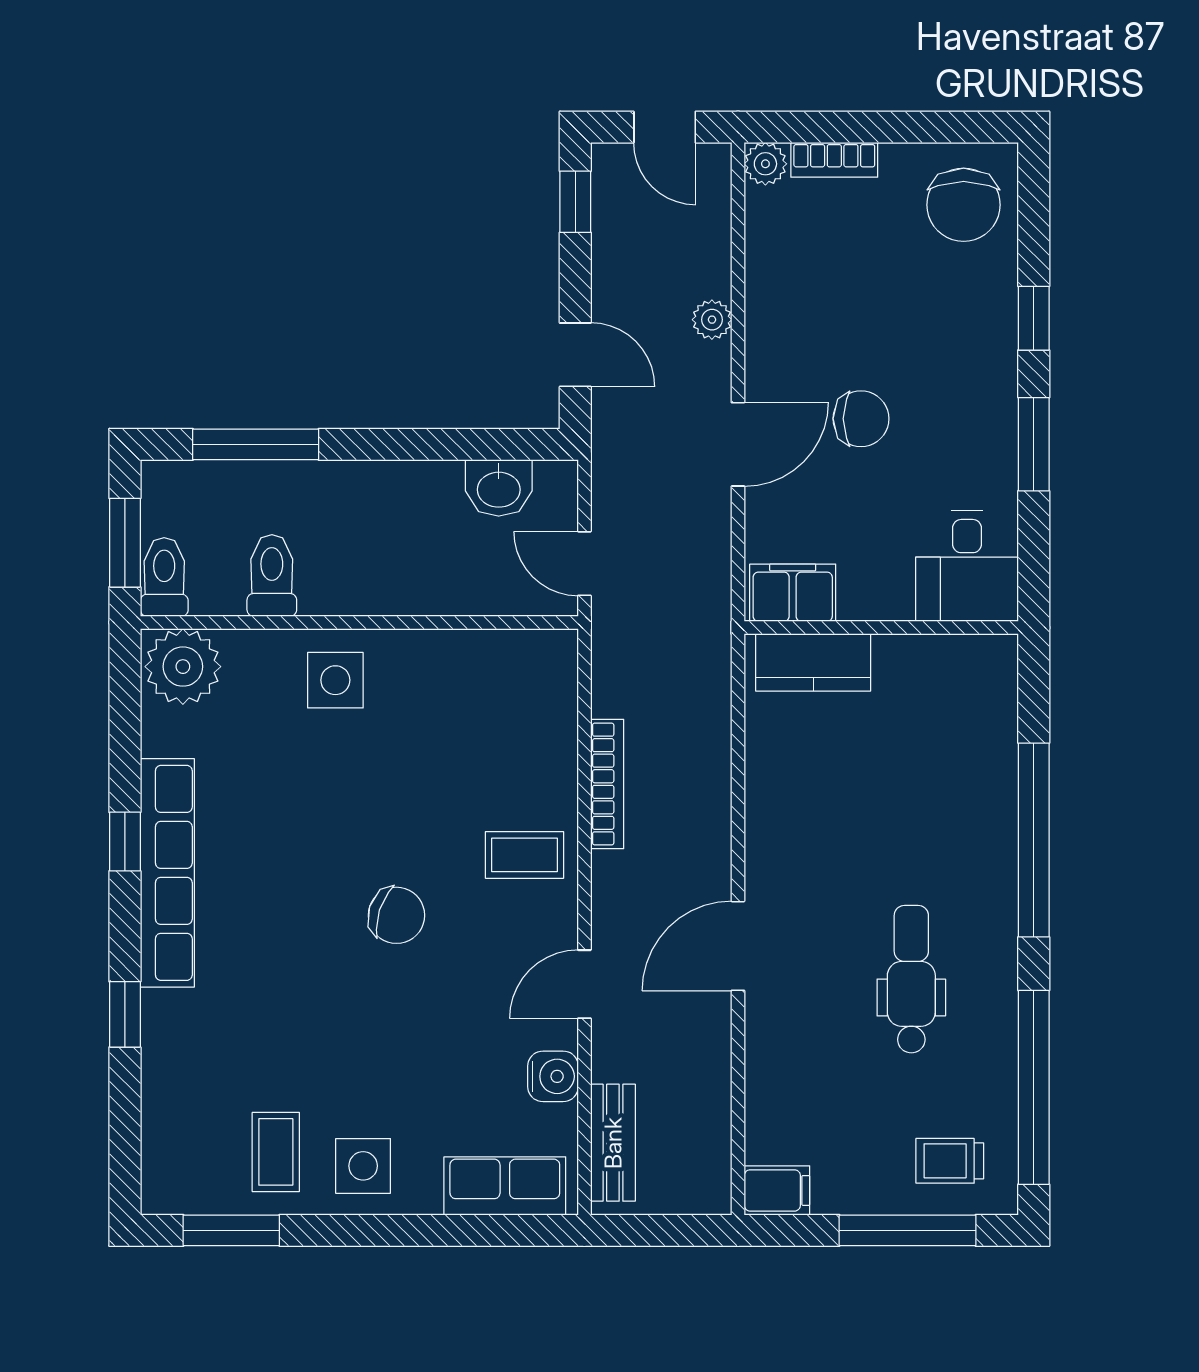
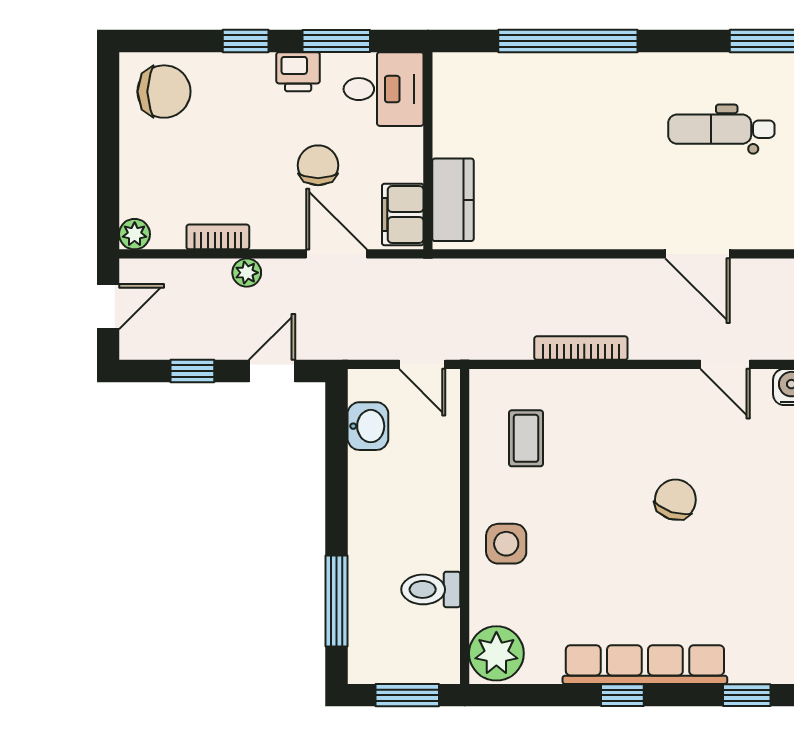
bookcase: (834, 160) -> (218, 237), moved, turned -90
window: (575, 202) -> (192, 371), moved
printer: (991, 391) -> (298, 72), added
door: (584, 564) -> (422, 364), hinge flipped
desk: (967, 566) -> (384, 89), moved
toilet: (164, 577) -> (432, 667), removed
filing cabinet: (793, 593) -> (403, 215), moved
wall: (881, 628) -> (428, 151), moved
kitchen counter: (813, 662) -> (453, 200), moved
window: (1034, 840) -> (568, 41), moved
coffee table: (524, 855) -> (526, 438), moved

